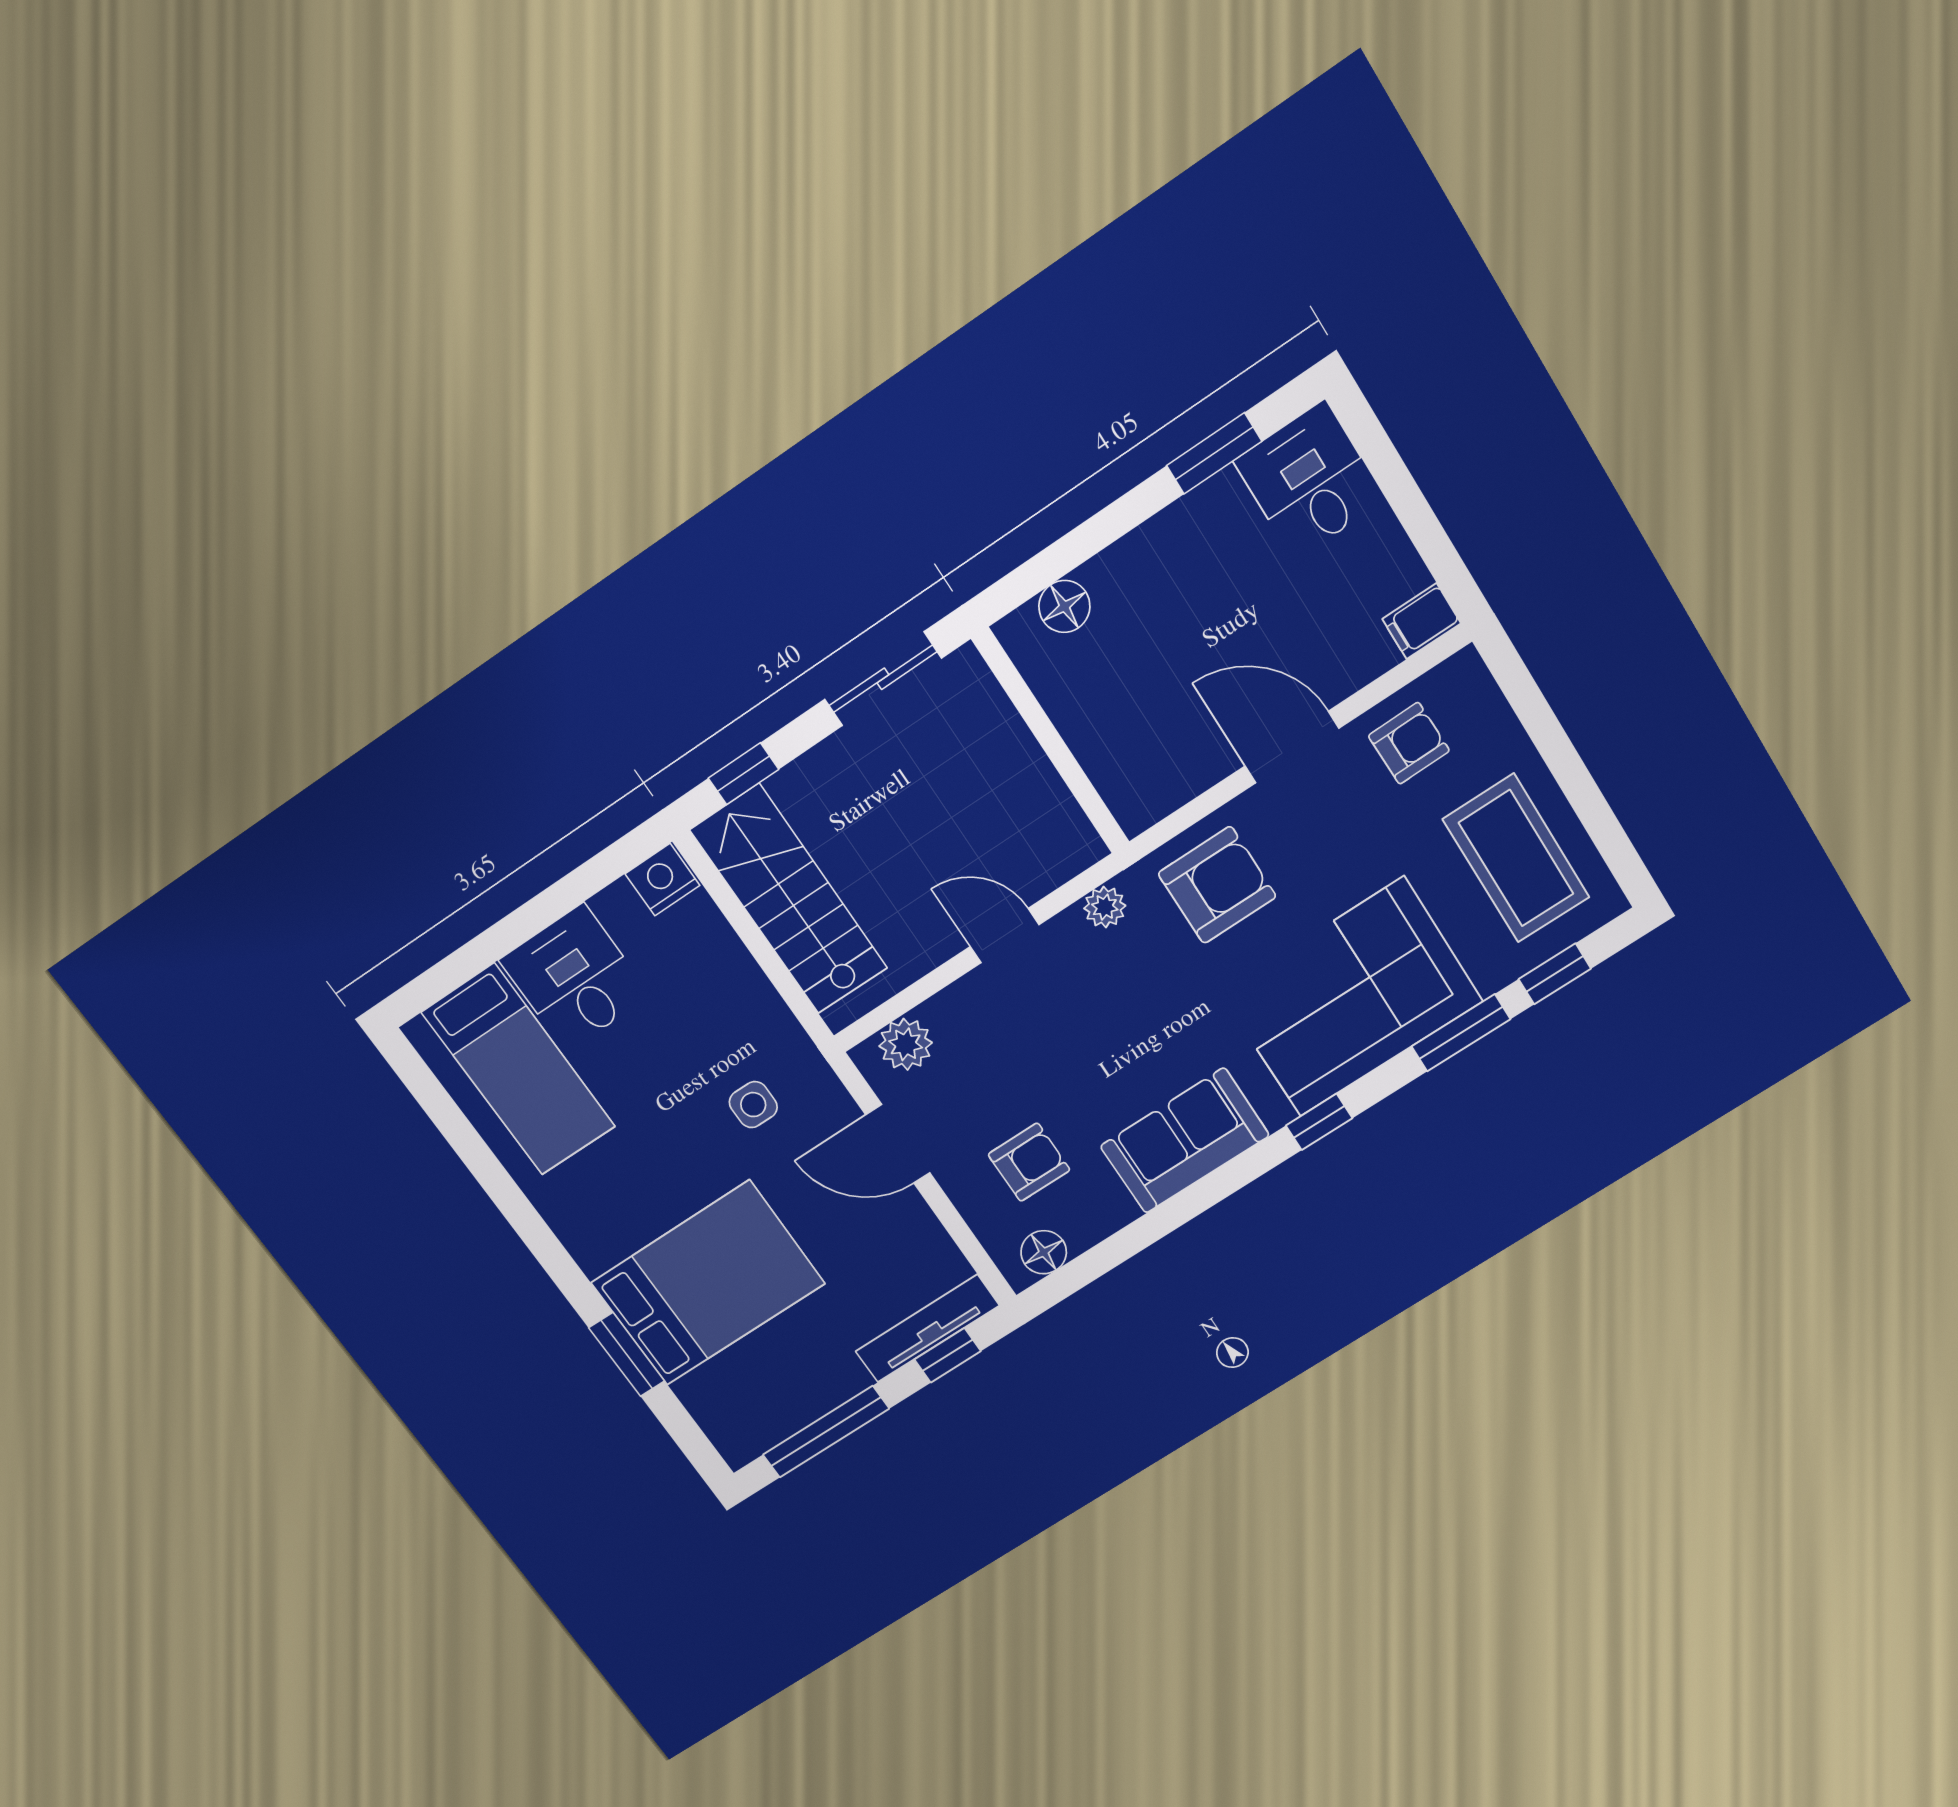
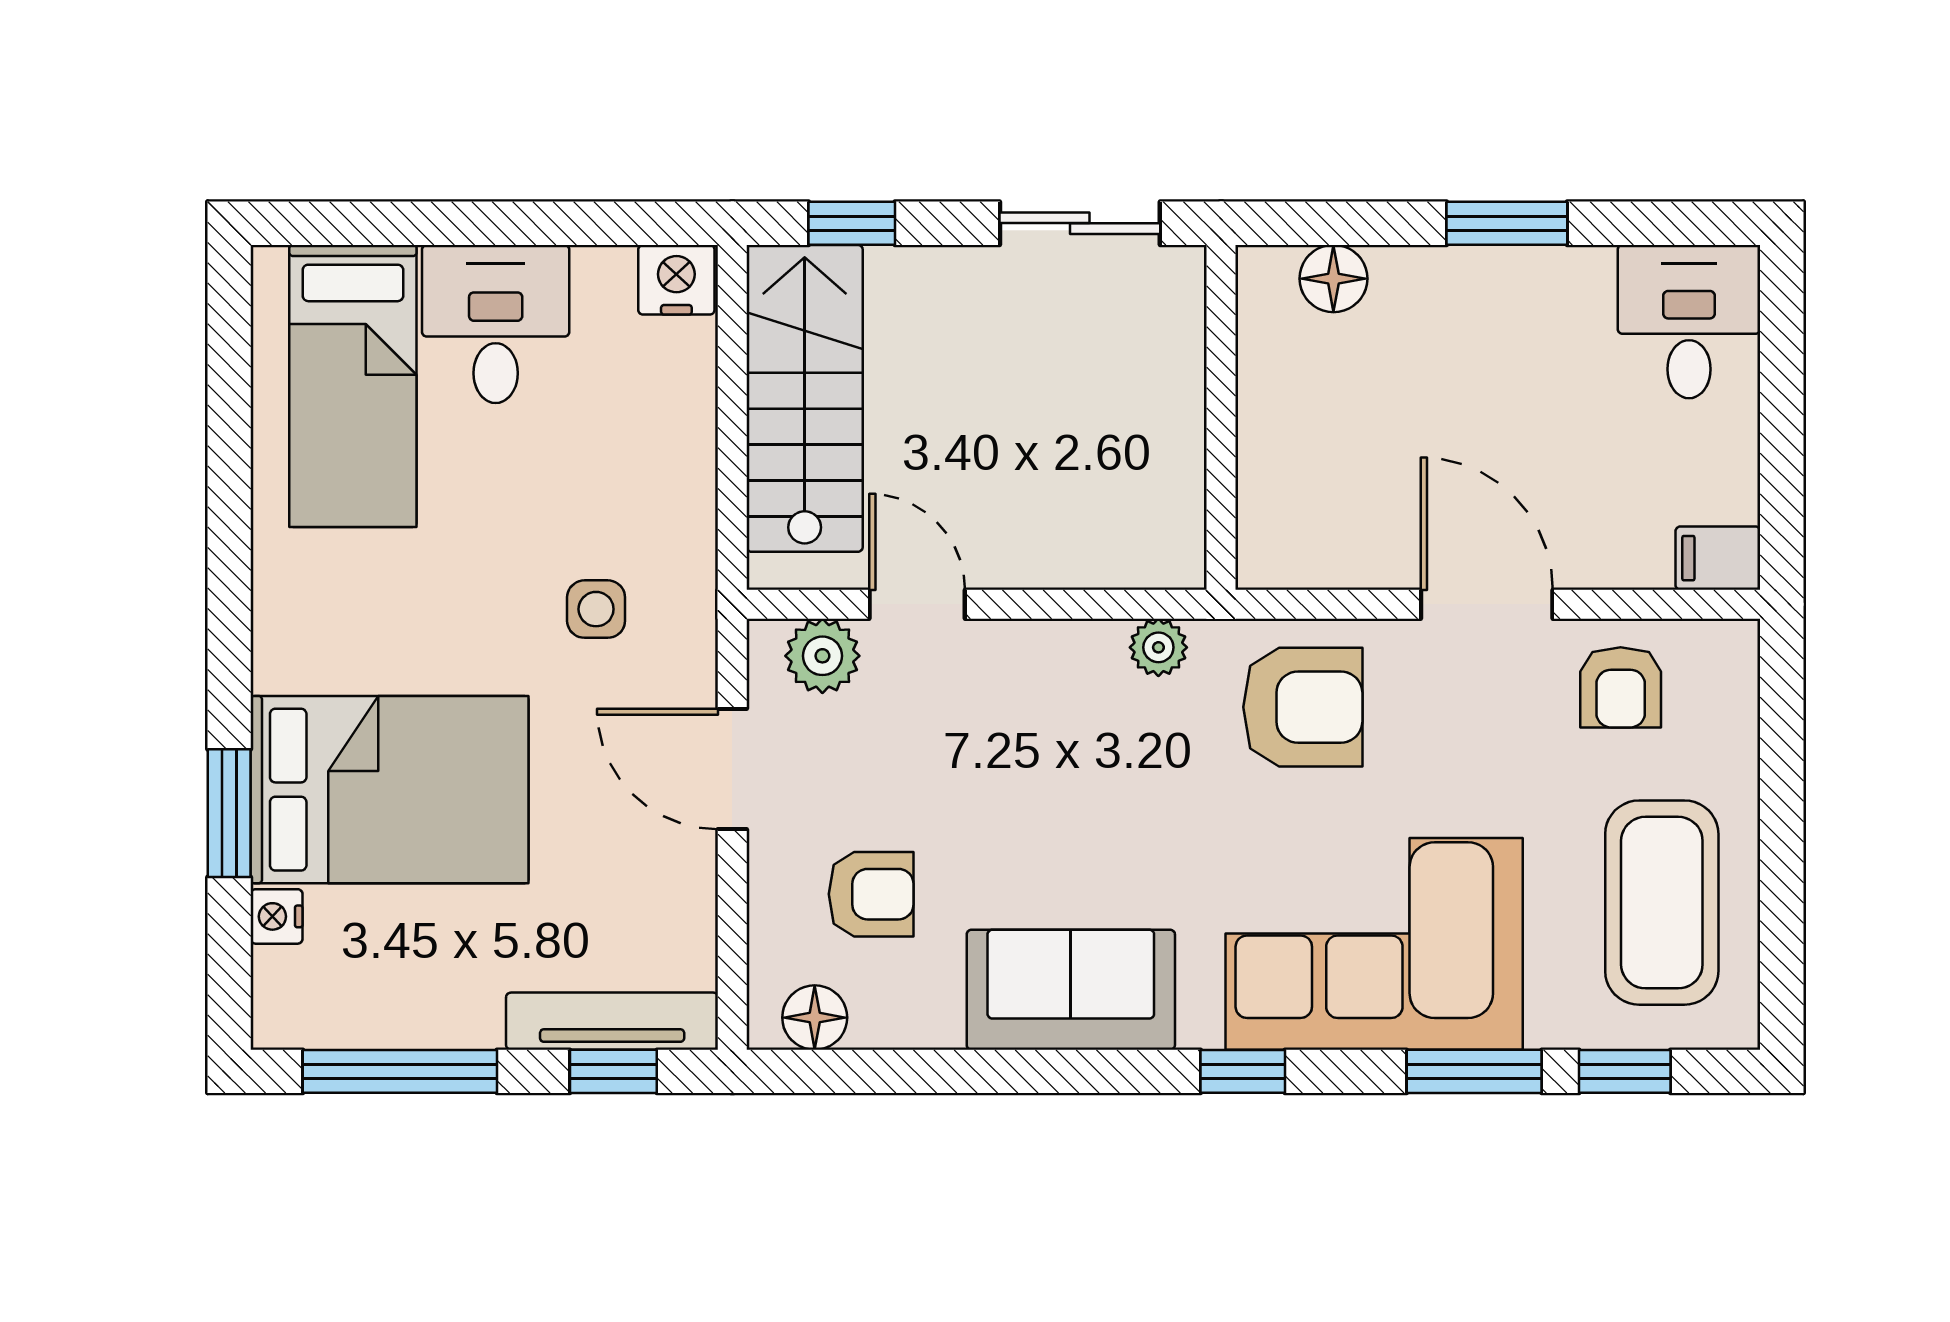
window: (1214, 453) -> (1507, 223), moved
armchair: (1409, 743) -> (1621, 687), turned 91
door: (1005, 936) -> (917, 604), moved
nightstand: (695, 1393) -> (277, 916), added

